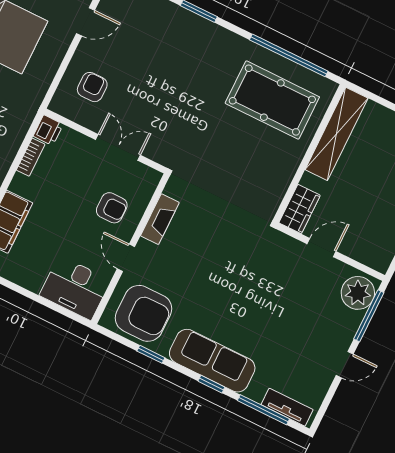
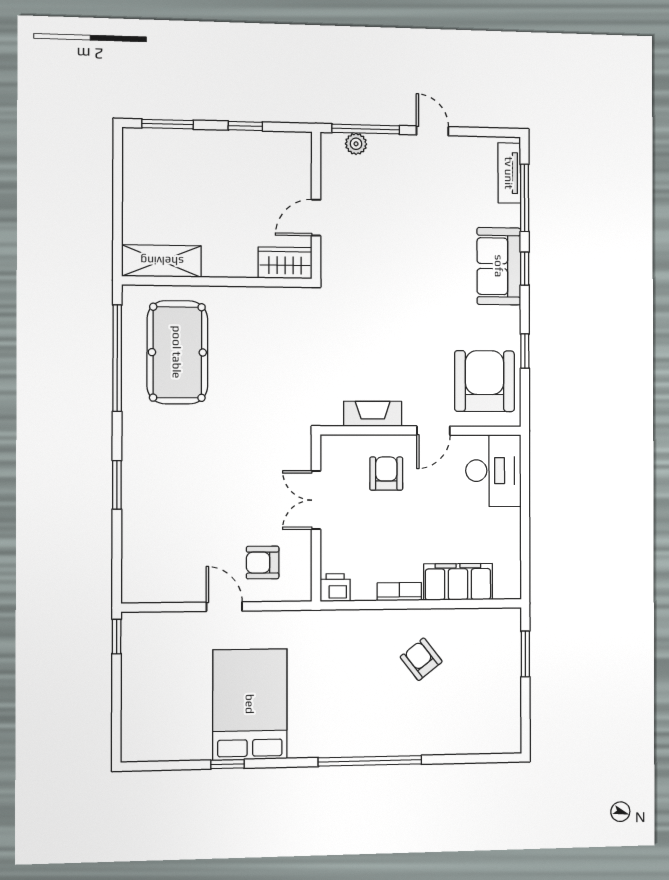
door: (86, 22) -> (224, 607), moved
shelving: (337, 134) -> (162, 261), width x0.68
bookcase: (31, 157) -> (399, 592), moved
door: (322, 248) -> (316, 218), hinge flipped
plant: (358, 293) -> (356, 144), width x0.53, depth x0.53
sofa: (212, 361) -> (499, 266), width x0.73

